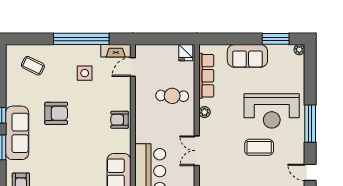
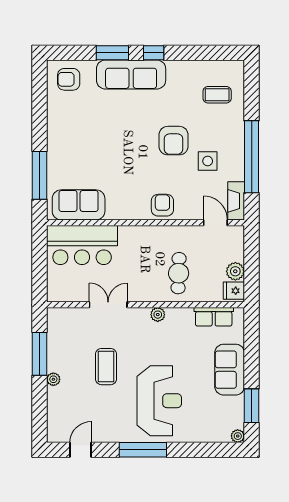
plant: (171, 52) -> (235, 271), added
coffee table: (33, 66) -> (217, 95), turned 64
row of seats: (206, 76) -> (214, 317), width x0.68
reception desk: (272, 111) -> (159, 401), turned 180
armchair: (56, 113) -> (174, 141), moved
armchair: (120, 120) -> (162, 205), moved
coffee table: (259, 147) -> (106, 367), moved

